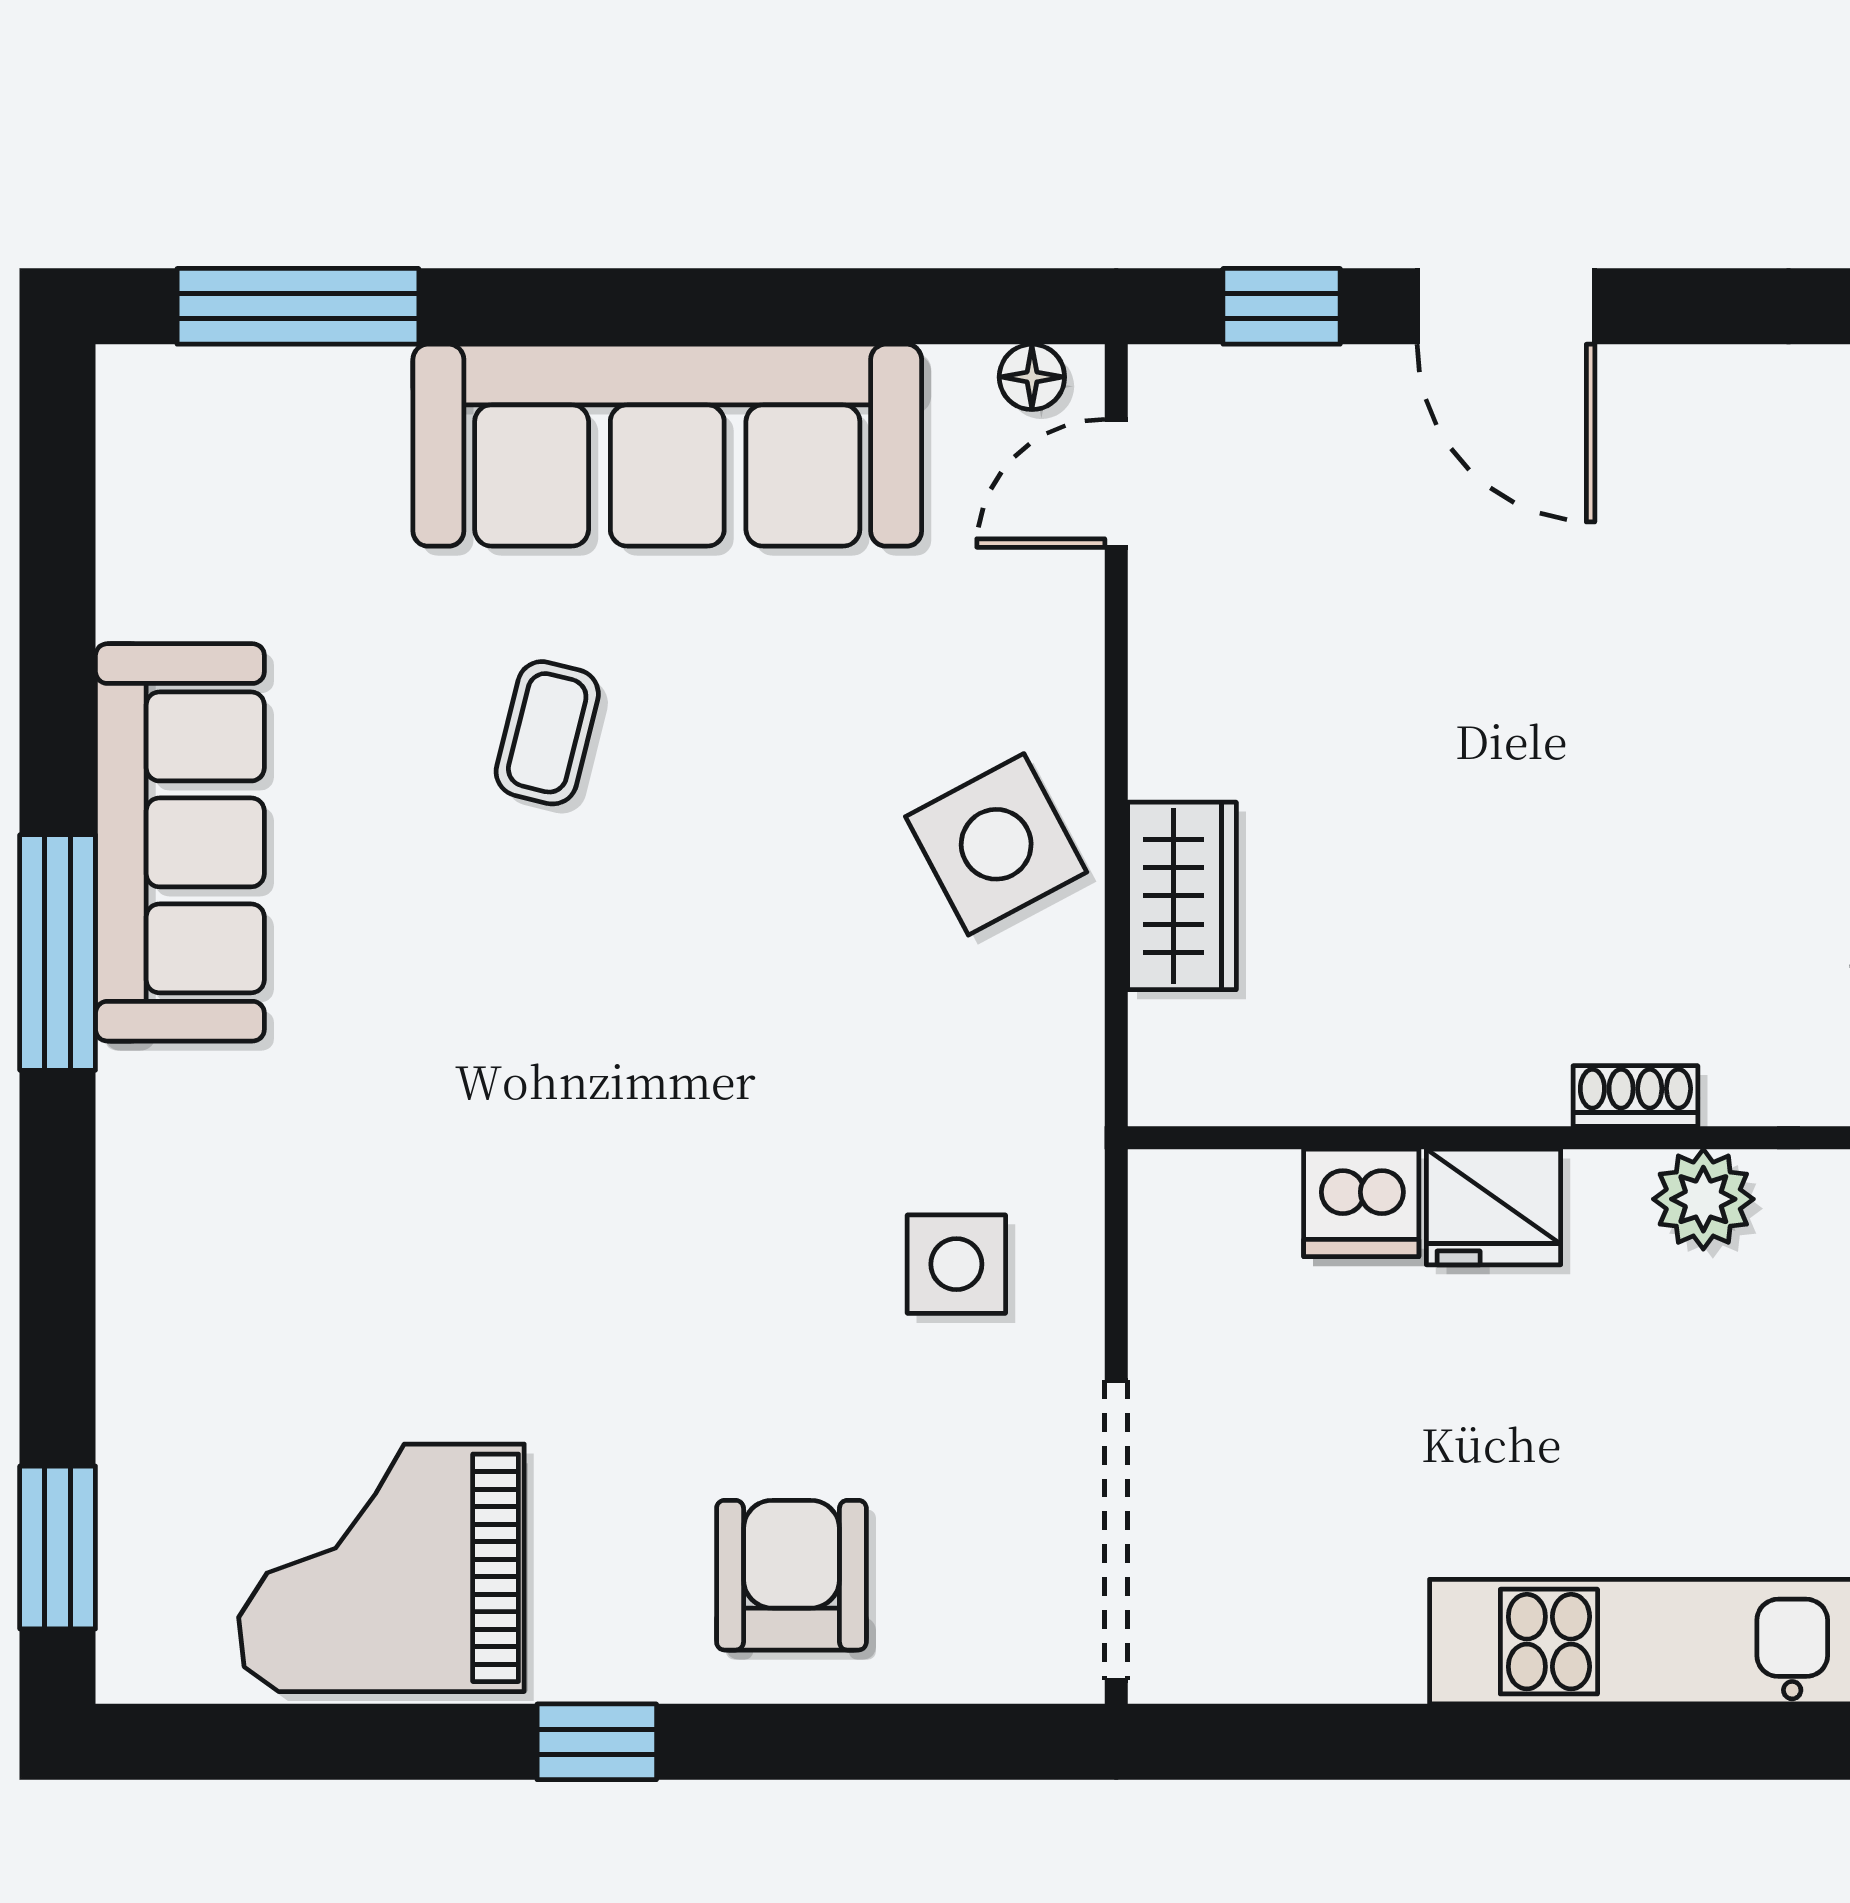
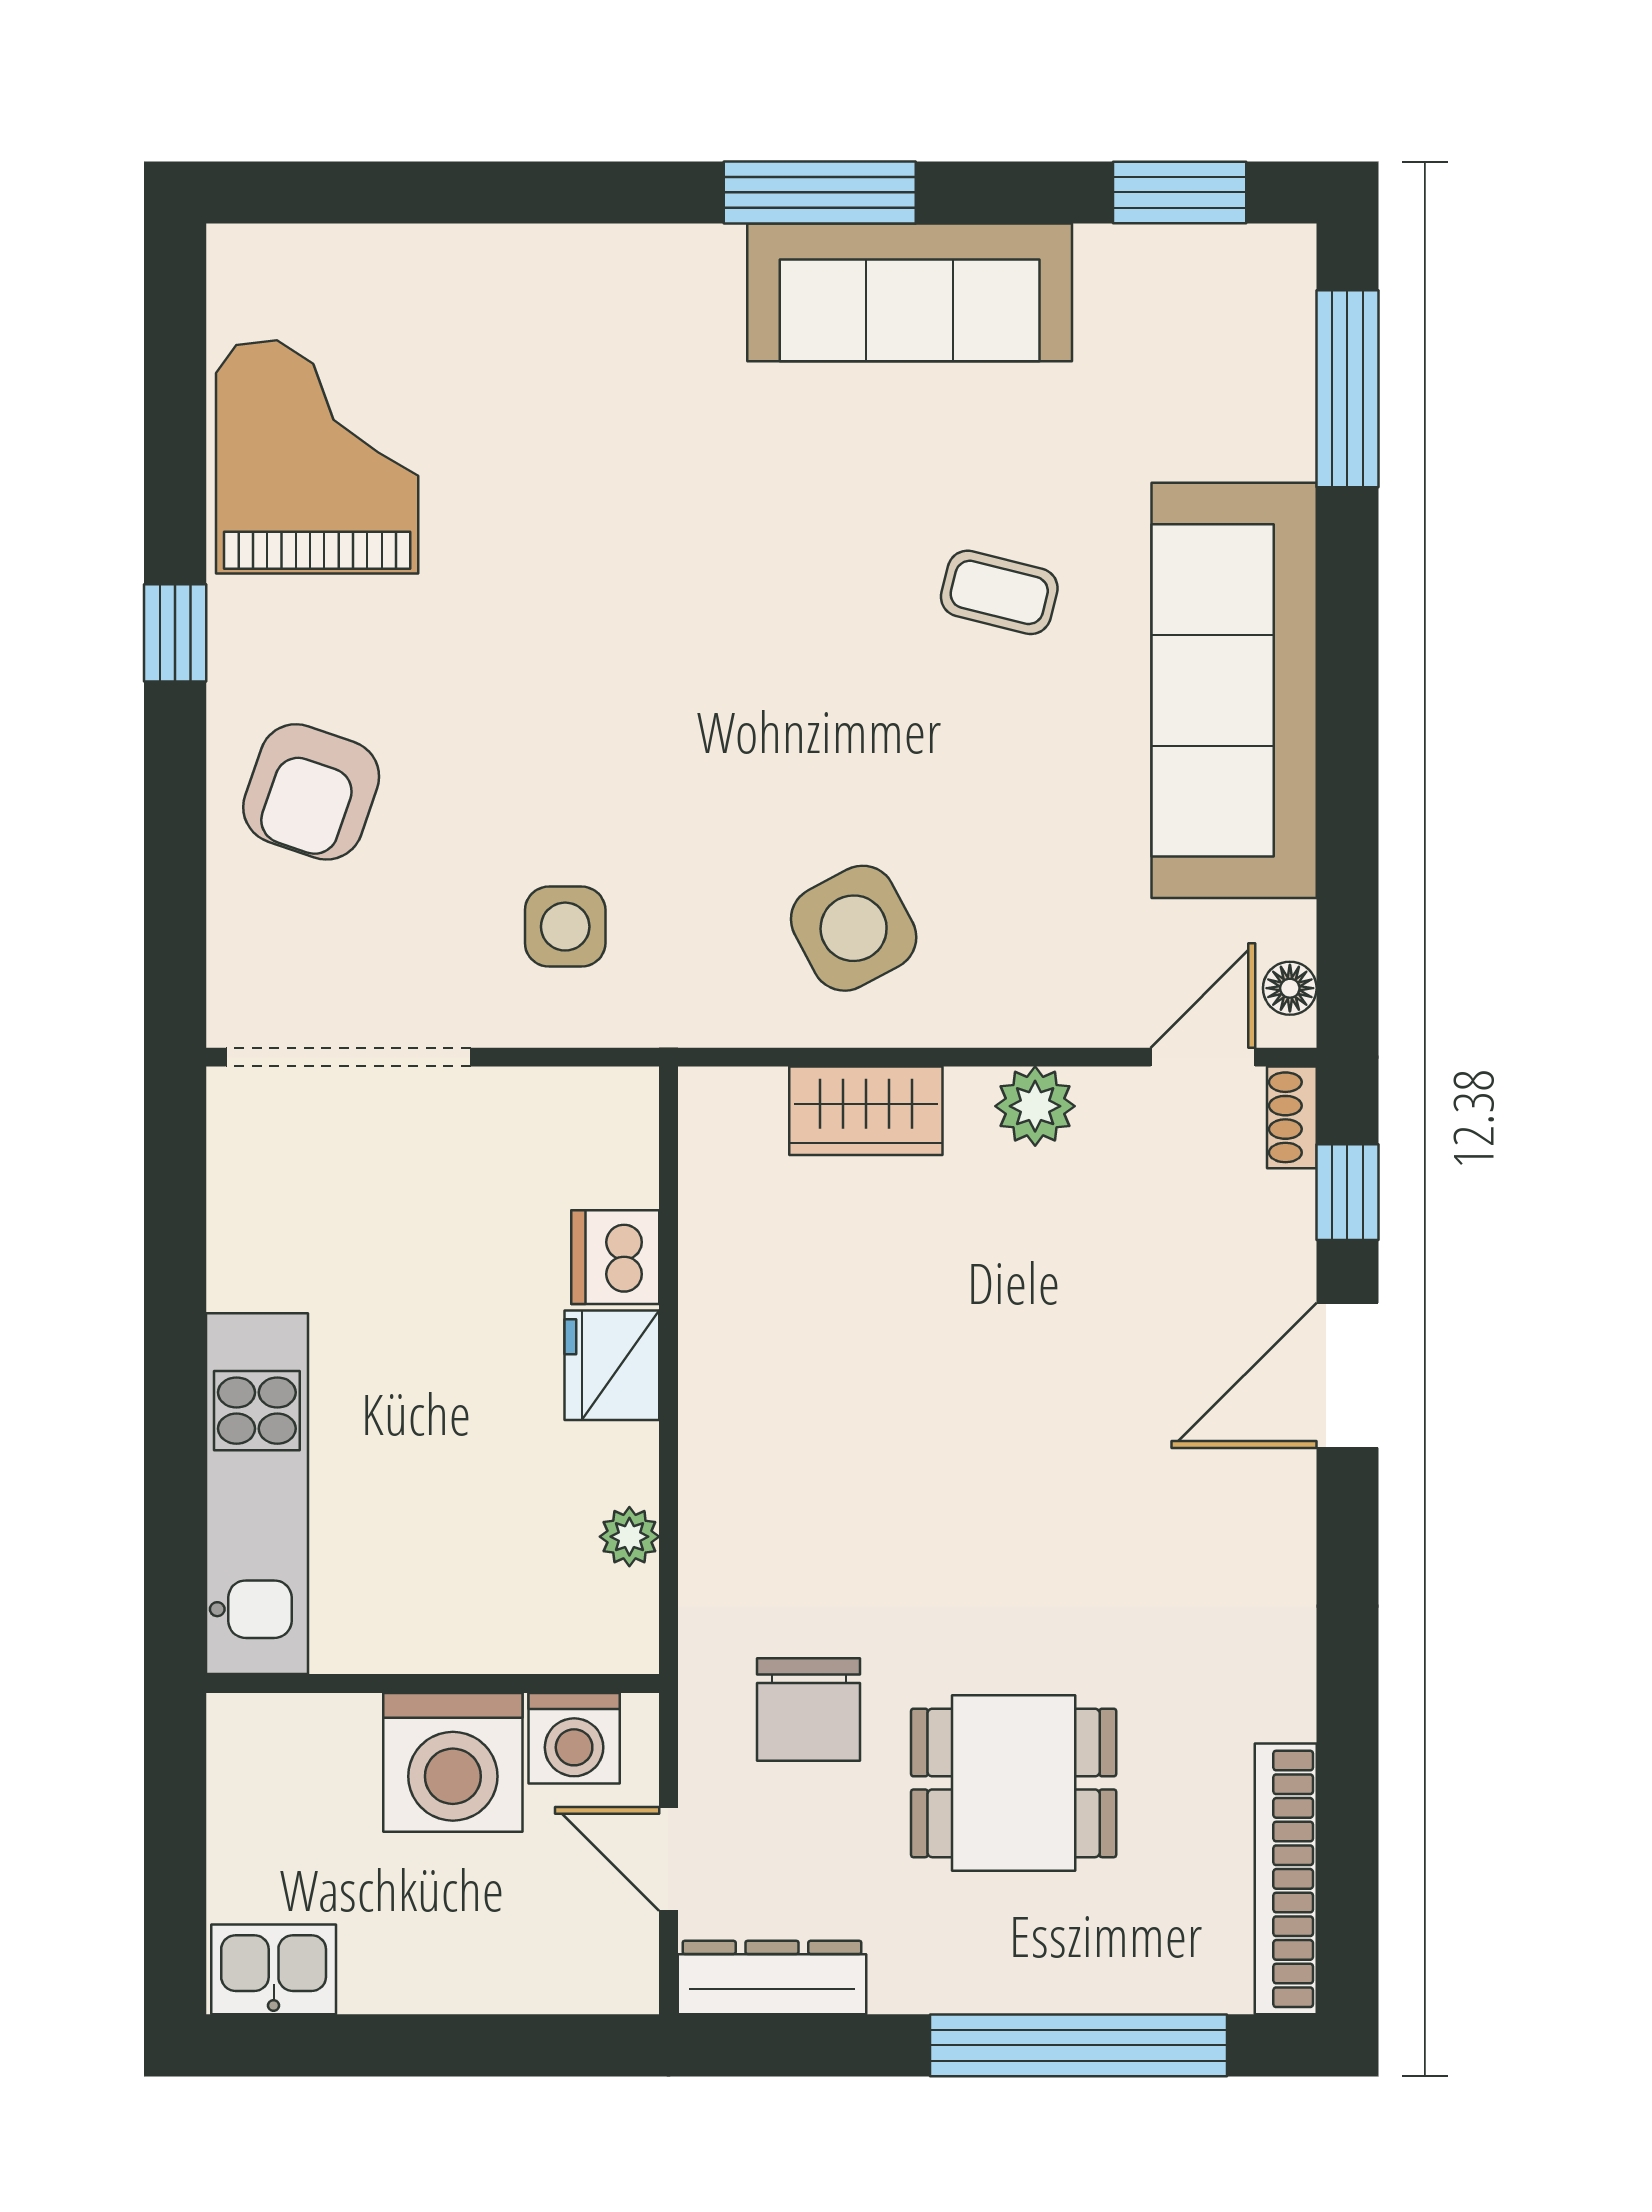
door: (1116, 483) -> (1203, 1057), hinge flipped
plant: (1176, 689) -> (1035, 1106), added
side table: (996, 844) -> (854, 928), moved
shoe rack: (1635, 1096) -> (1292, 1117), moved, turned 180
plant: (1703, 1199) -> (629, 1537), width x0.73, depth x0.73
window: (58, 1547) -> (1180, 192), moved
armchair: (791, 1575) -> (311, 792), turned 109

